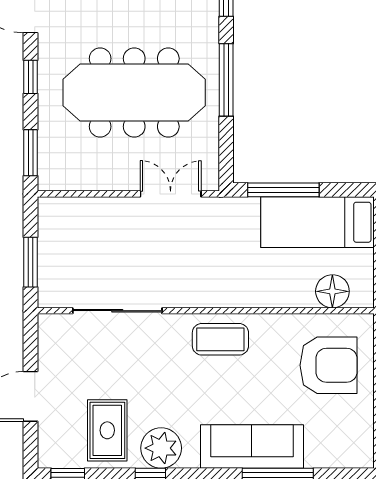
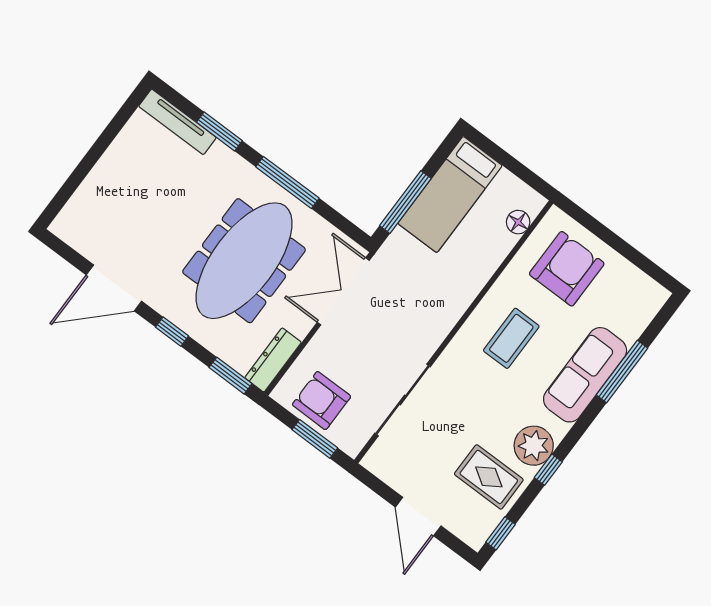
dresser: (70, 178) -> (273, 360), added
double door: (171, 194) -> (343, 291), width x1.37
armchair: (66, 244) -> (322, 401), added
floor lamp: (332, 291) -> (518, 222), width x0.73, depth x0.73
coffee table: (220, 339) -> (511, 338), moved

